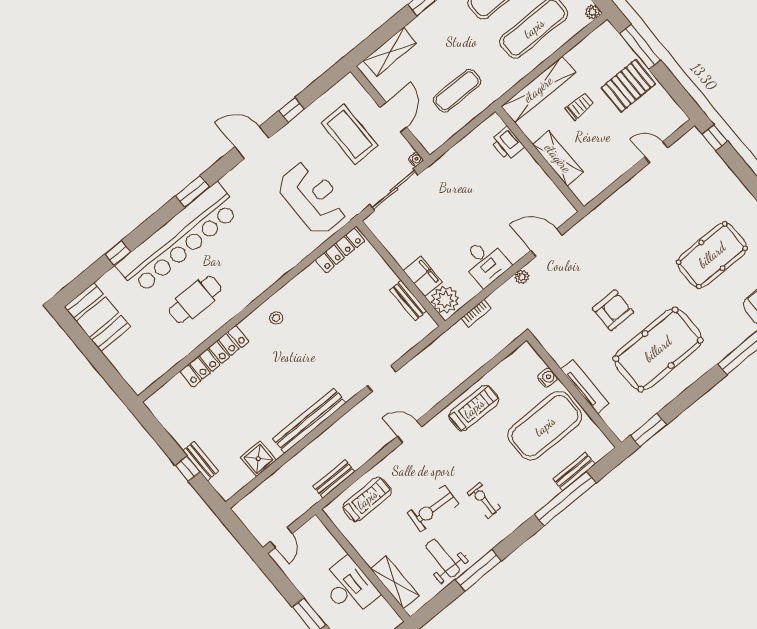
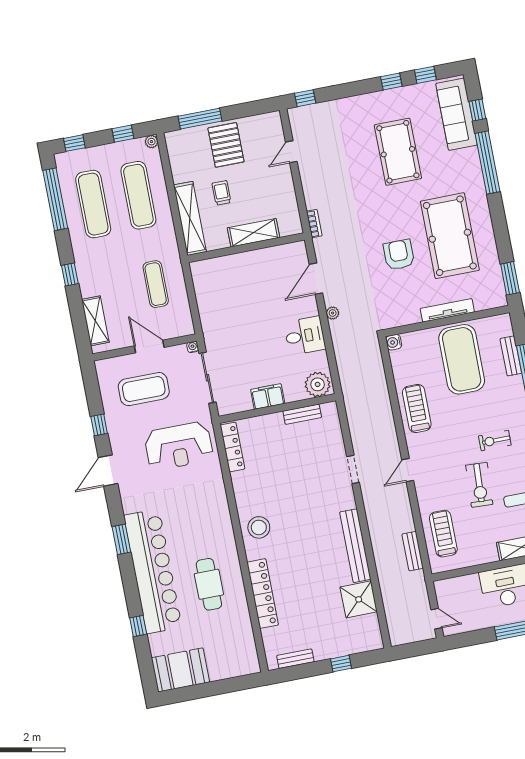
printer: (507, 144) -> (220, 267), removed
reception desk: (313, 198) -> (179, 446), turned 180
filing cabinet: (423, 276) -> (268, 396), moved
bookcase: (476, 313) -> (314, 224), moved
stool: (276, 318) -> (259, 527), width x1.89, depth x1.89
water cooler: (547, 378) -> (394, 342), moved, turned -90
shower: (258, 459) -> (359, 599), width x1.36, depth x1.36
bench: (201, 461) -> (295, 659), moved

